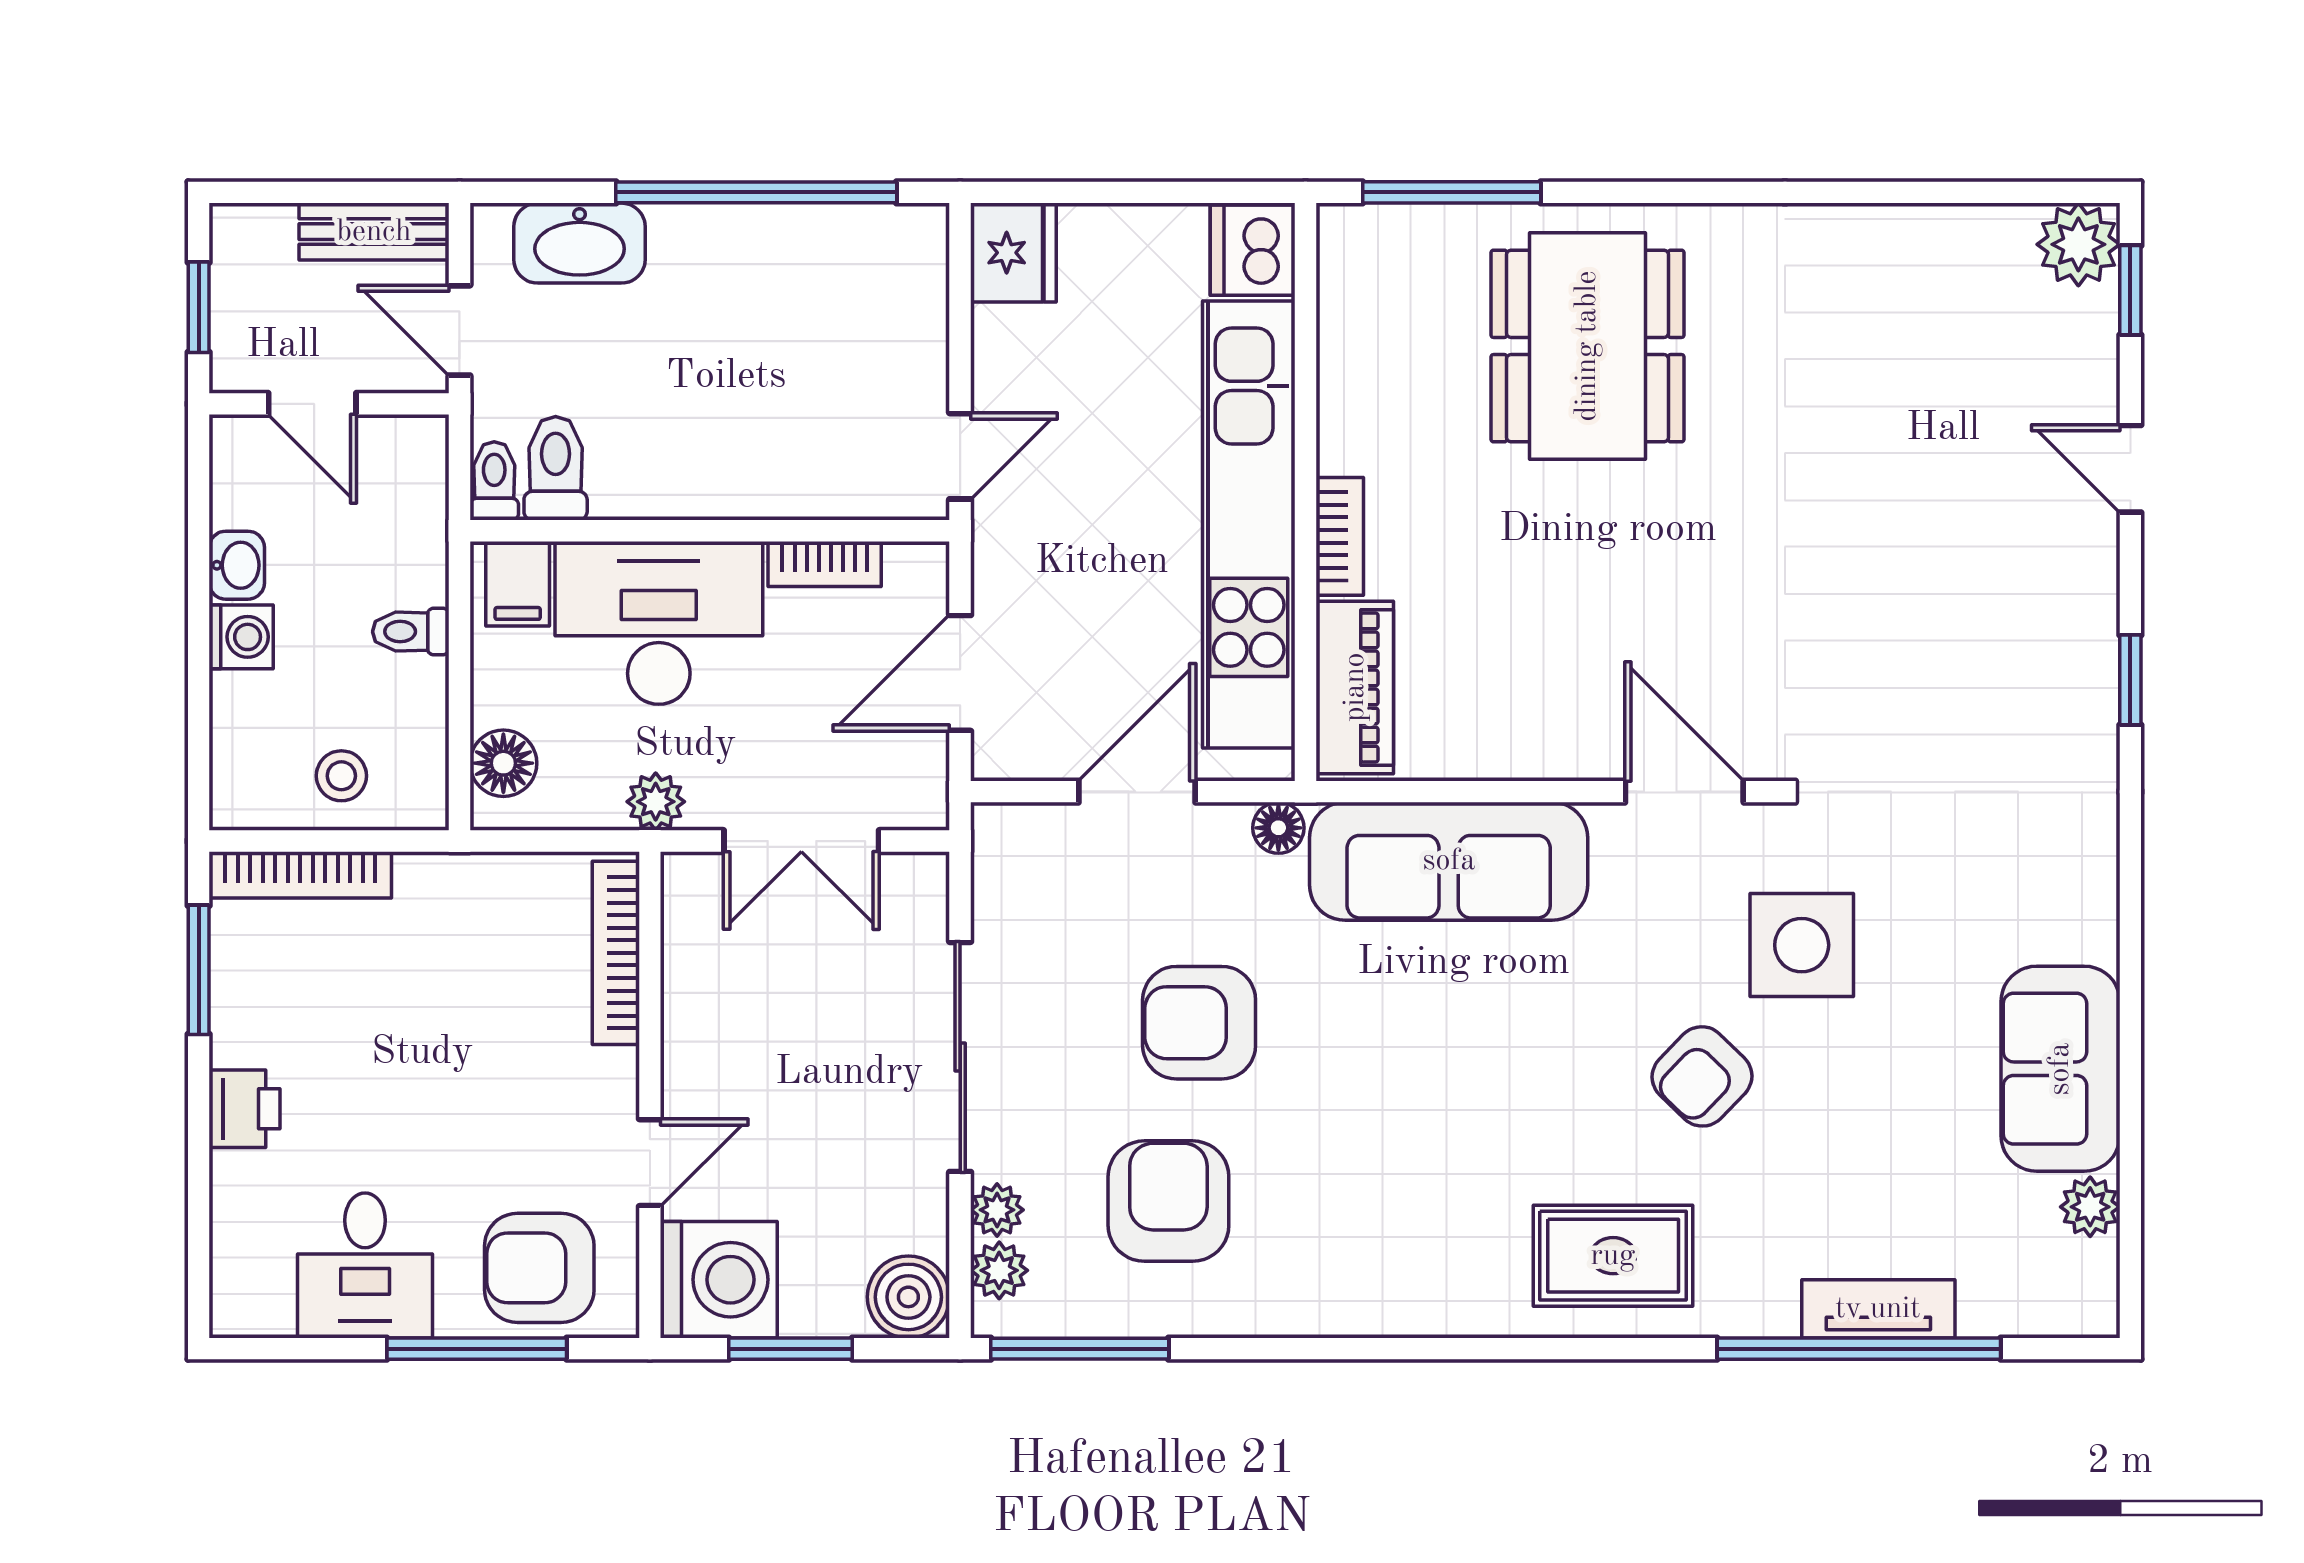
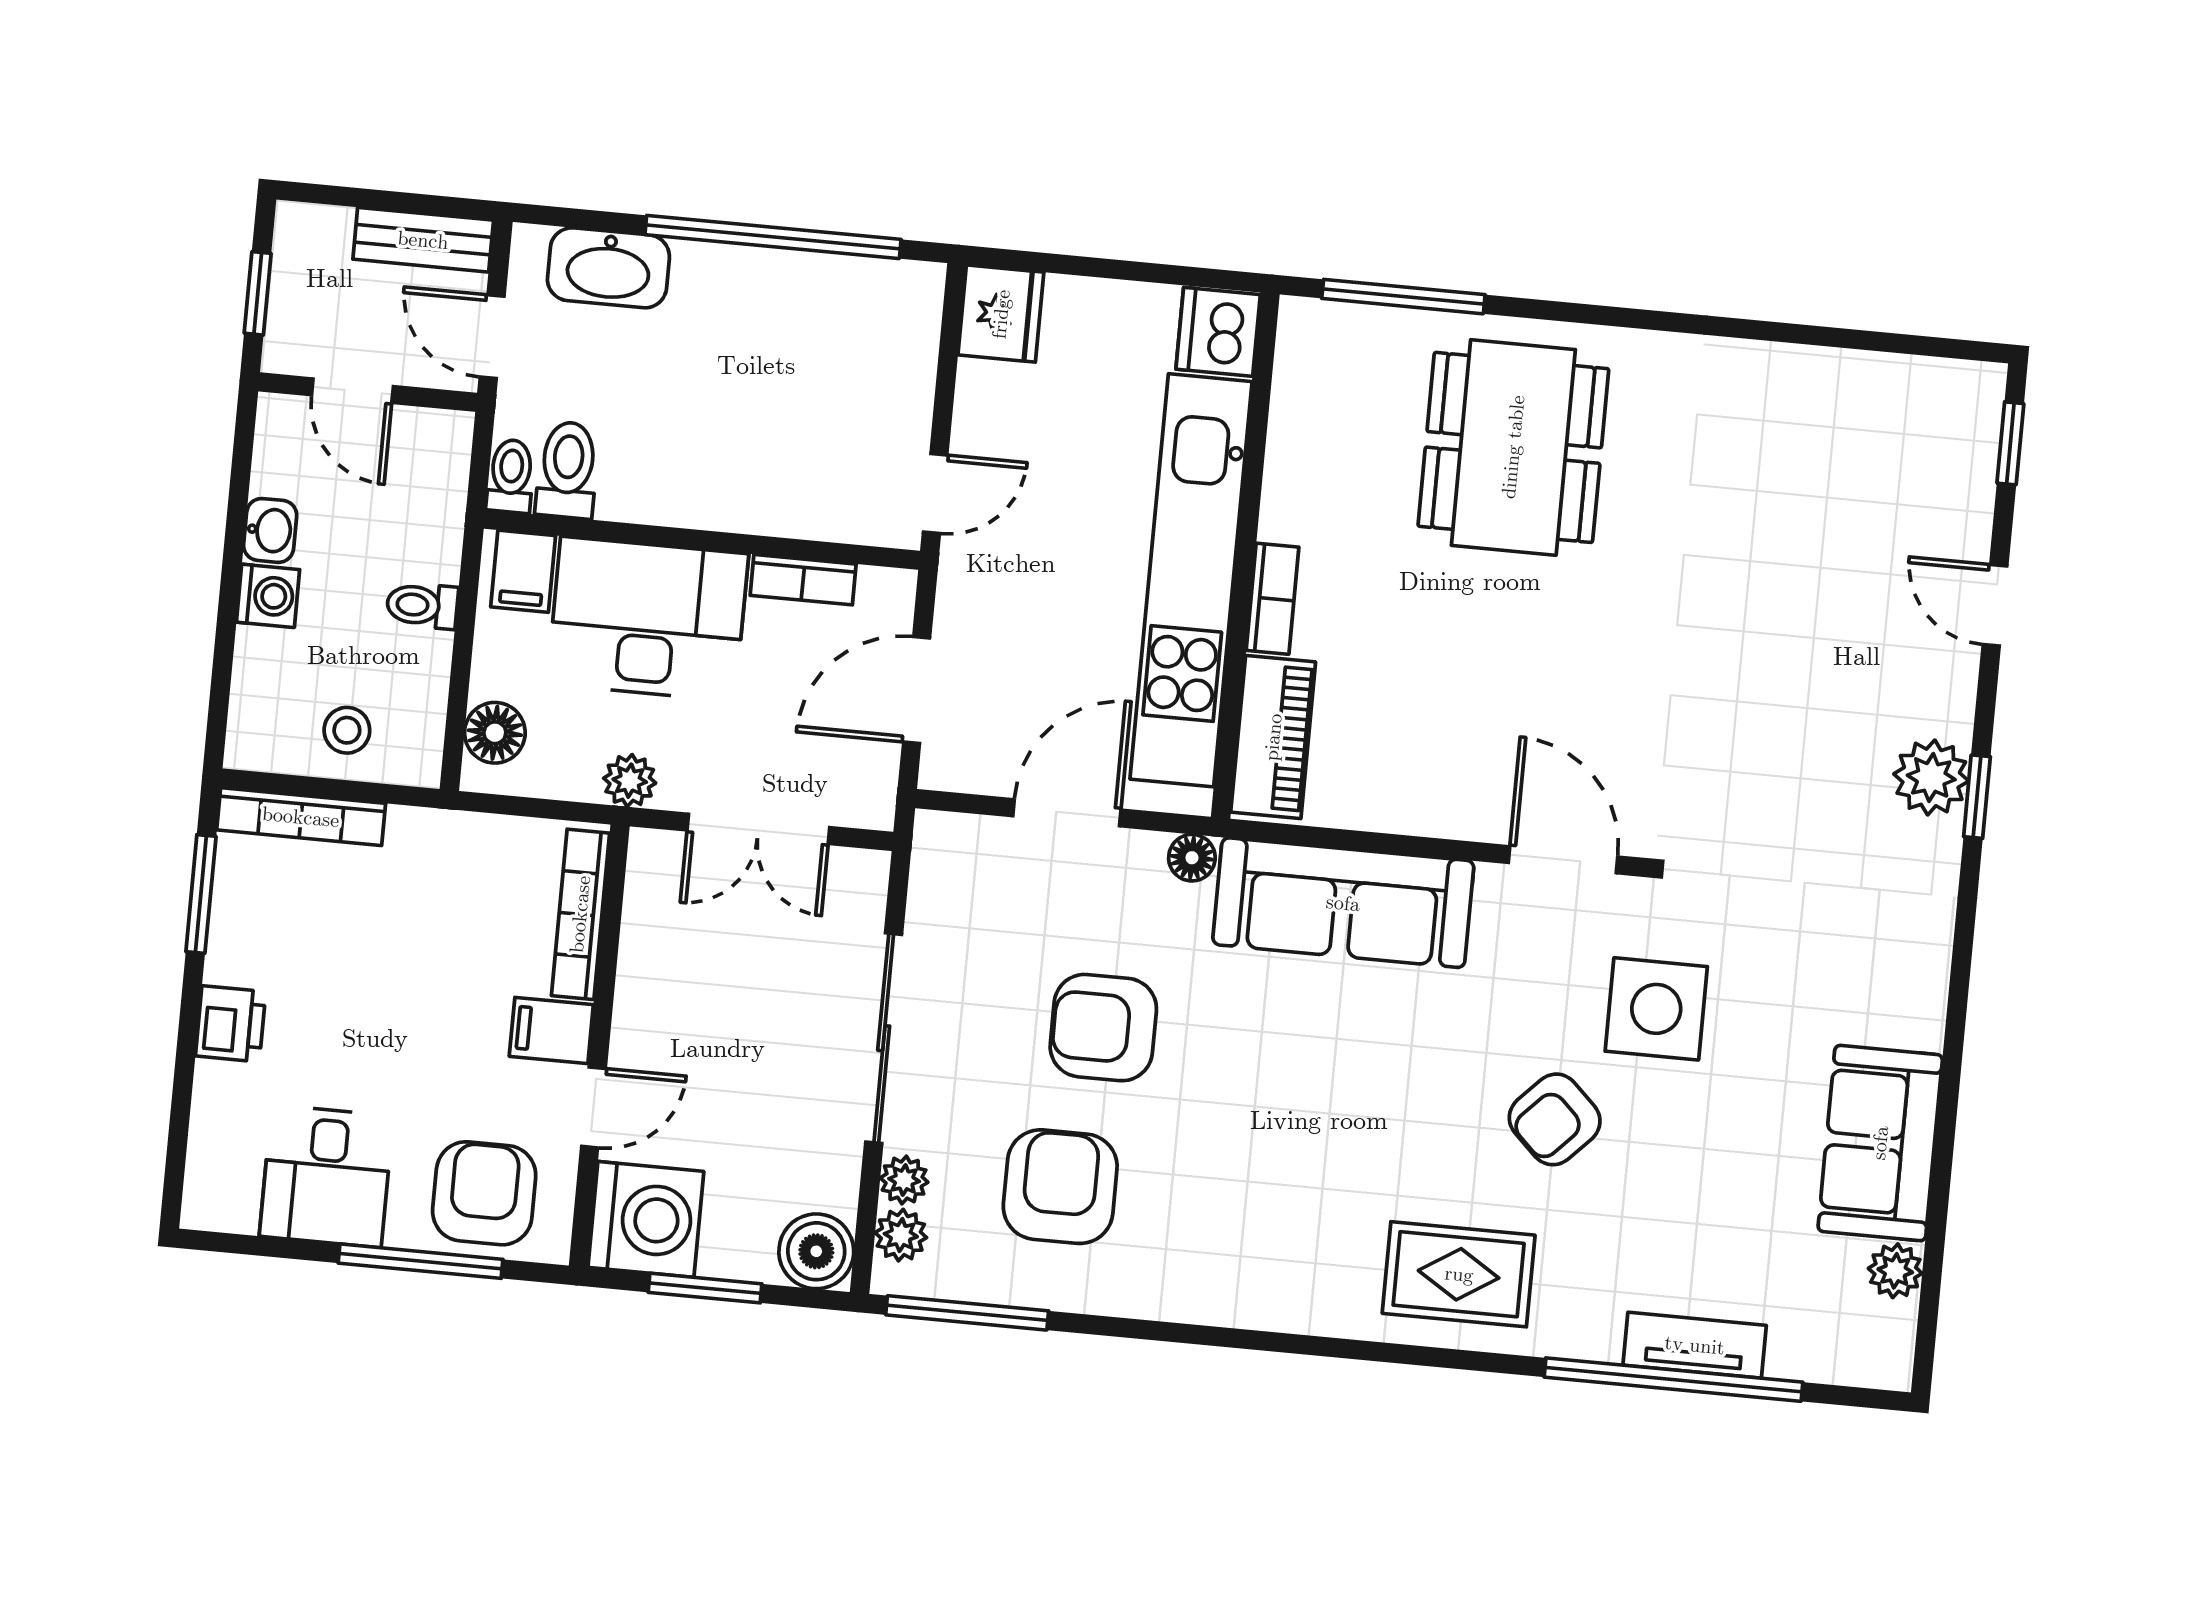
plant: (2078, 244) -> (1931, 777), moved
filing cabinet: (596, 1083) -> (551, 1030), added
armchair: (539, 1268) -> (484, 1193), turned 90

